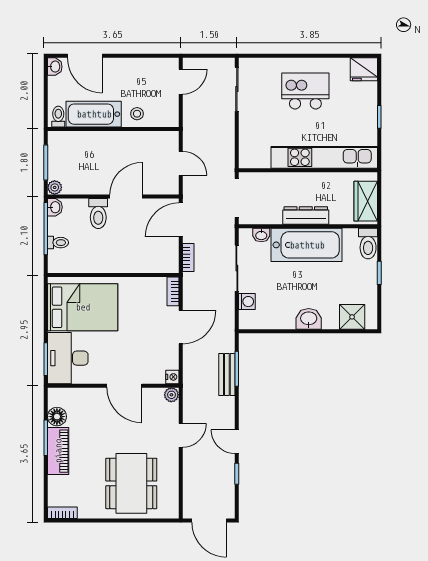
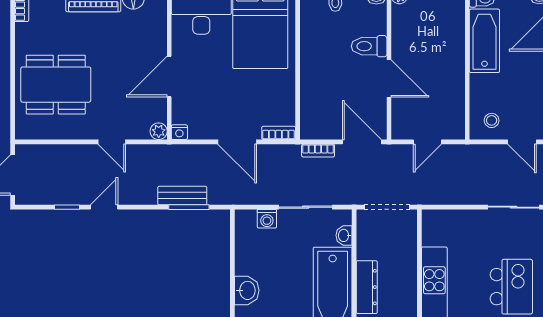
stool: (137, 114) -> (492, 120), moved

